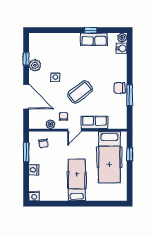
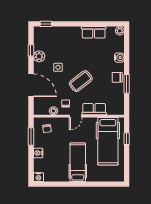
window: (91, 30) -> (46, 24), moved
water cooler: (122, 48) -> (119, 58), moved

